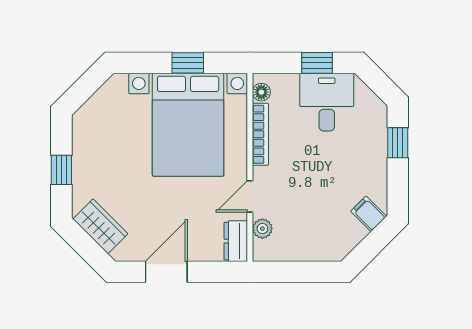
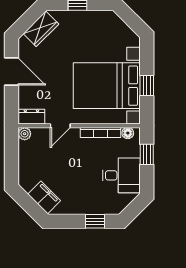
window: (317, 63) -> (147, 154), moved
door: (250, 196) -> (60, 126), swing flipped
filing cabinet: (368, 214) -> (44, 197), width x2.00
plant: (262, 229) -> (25, 134), moved

